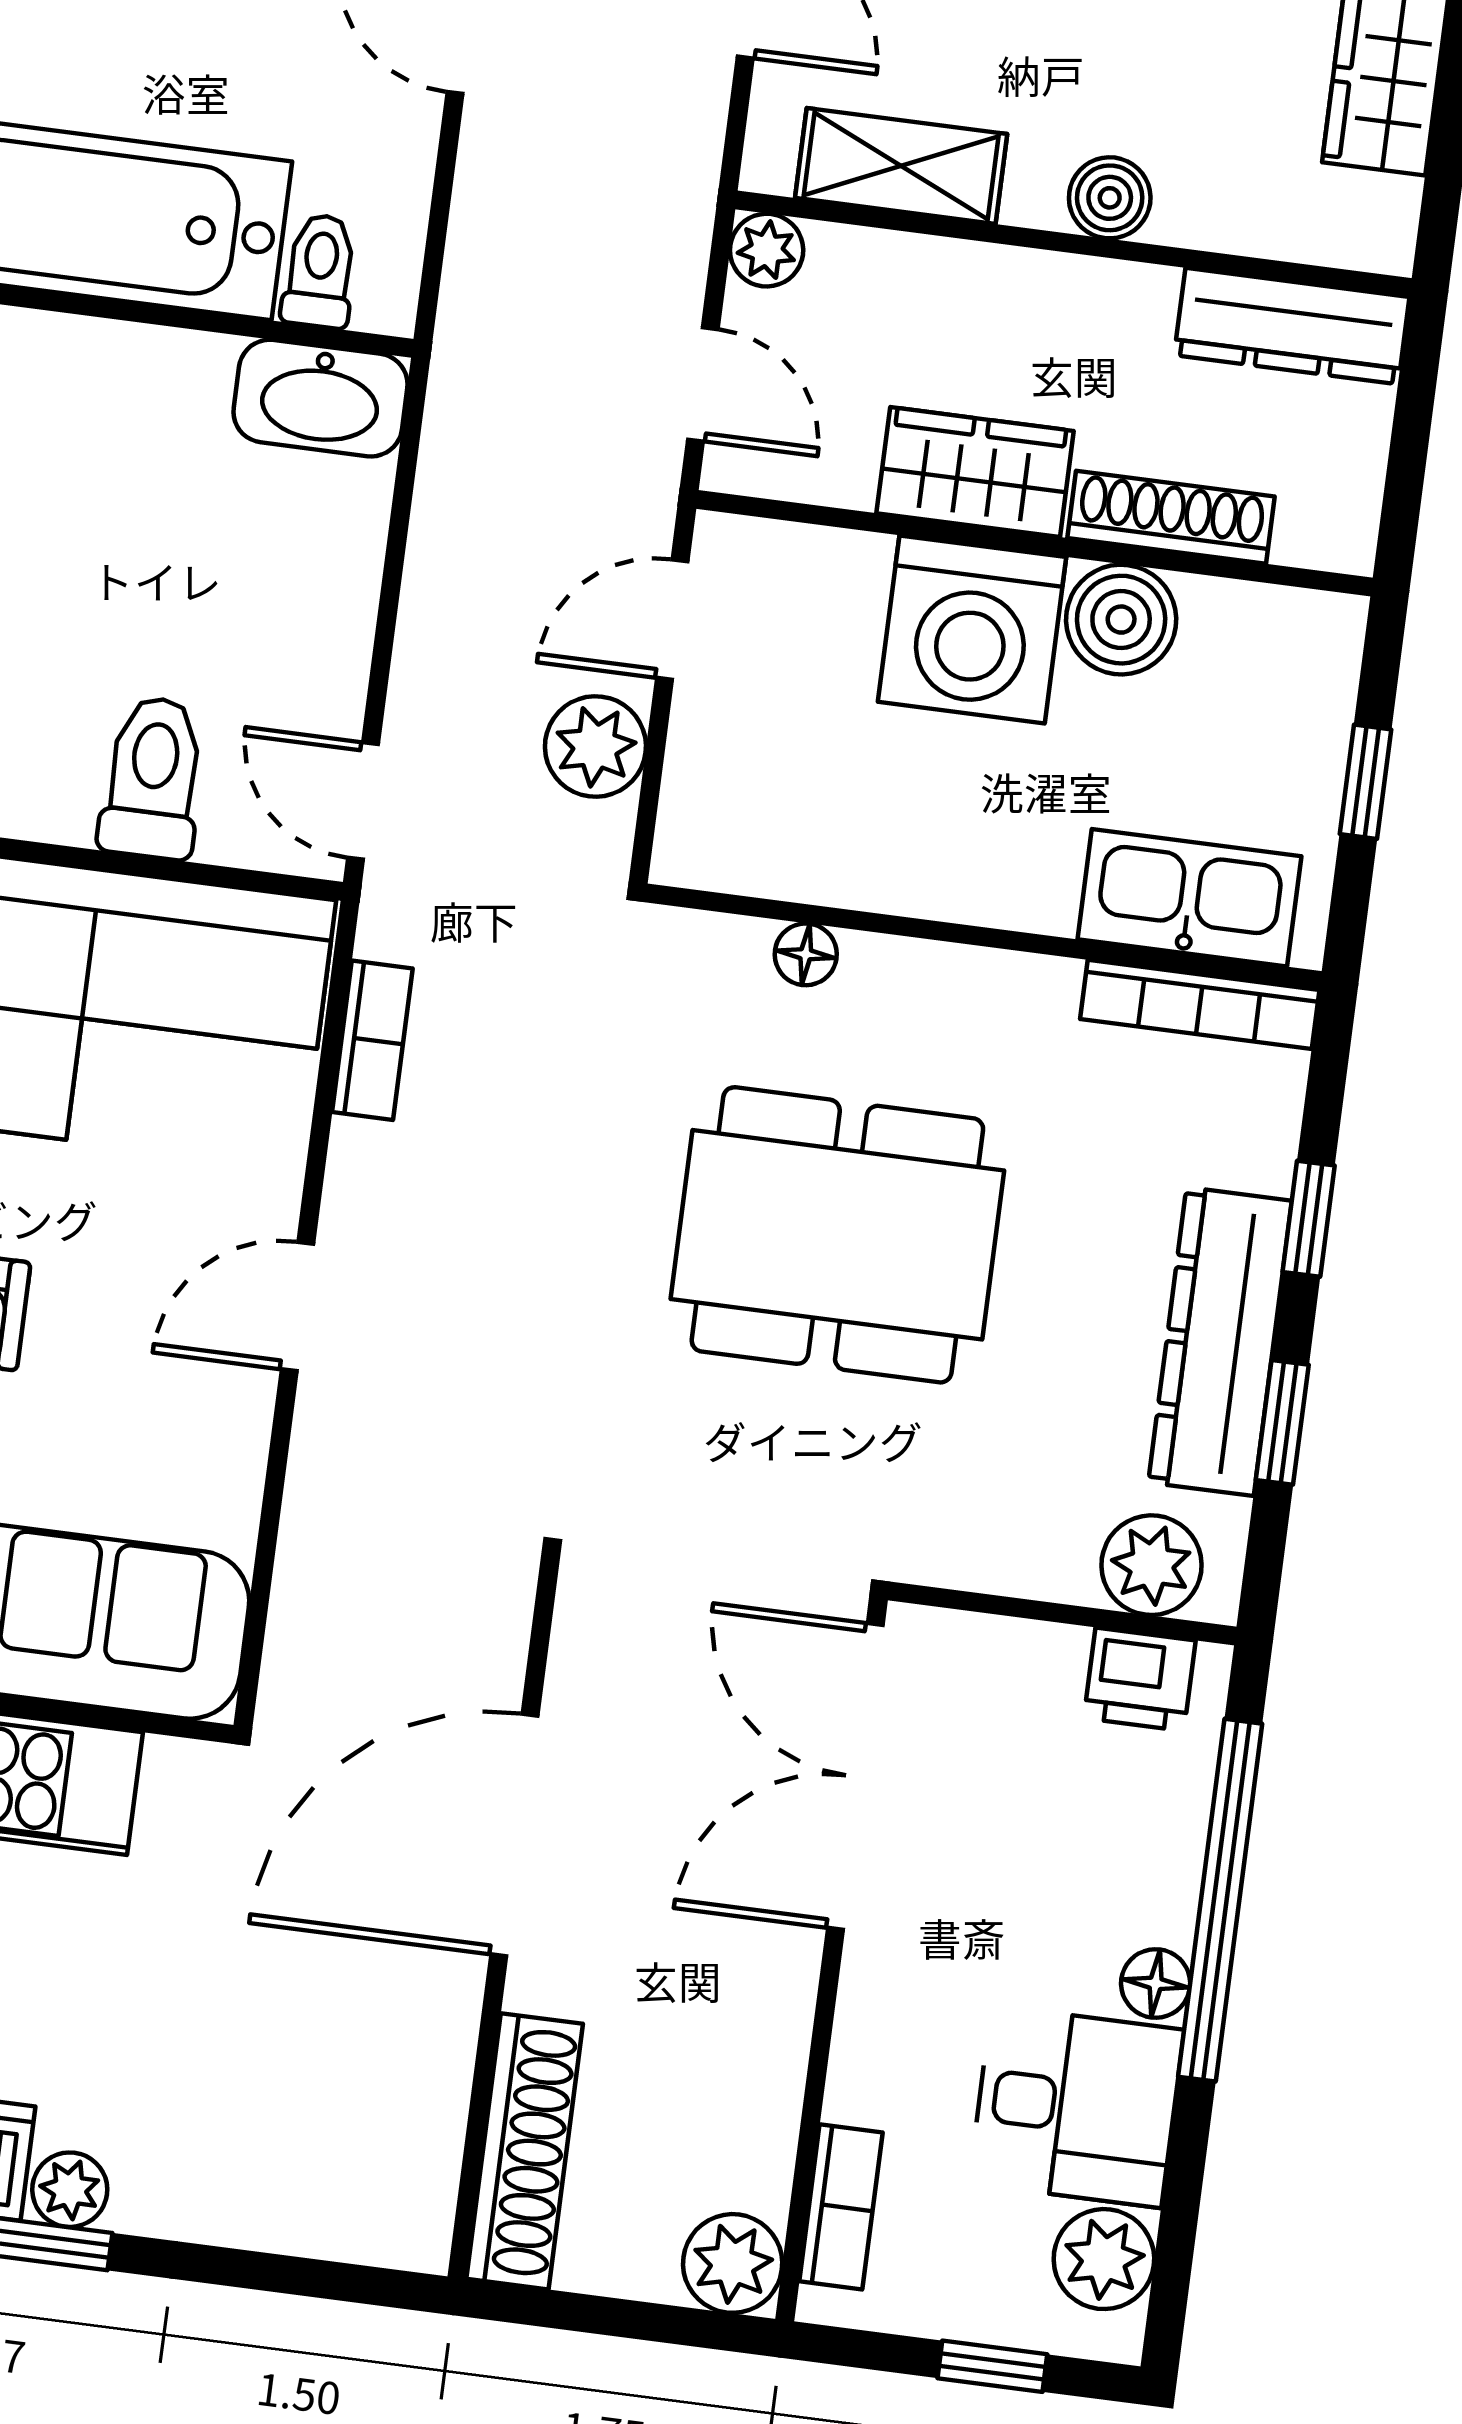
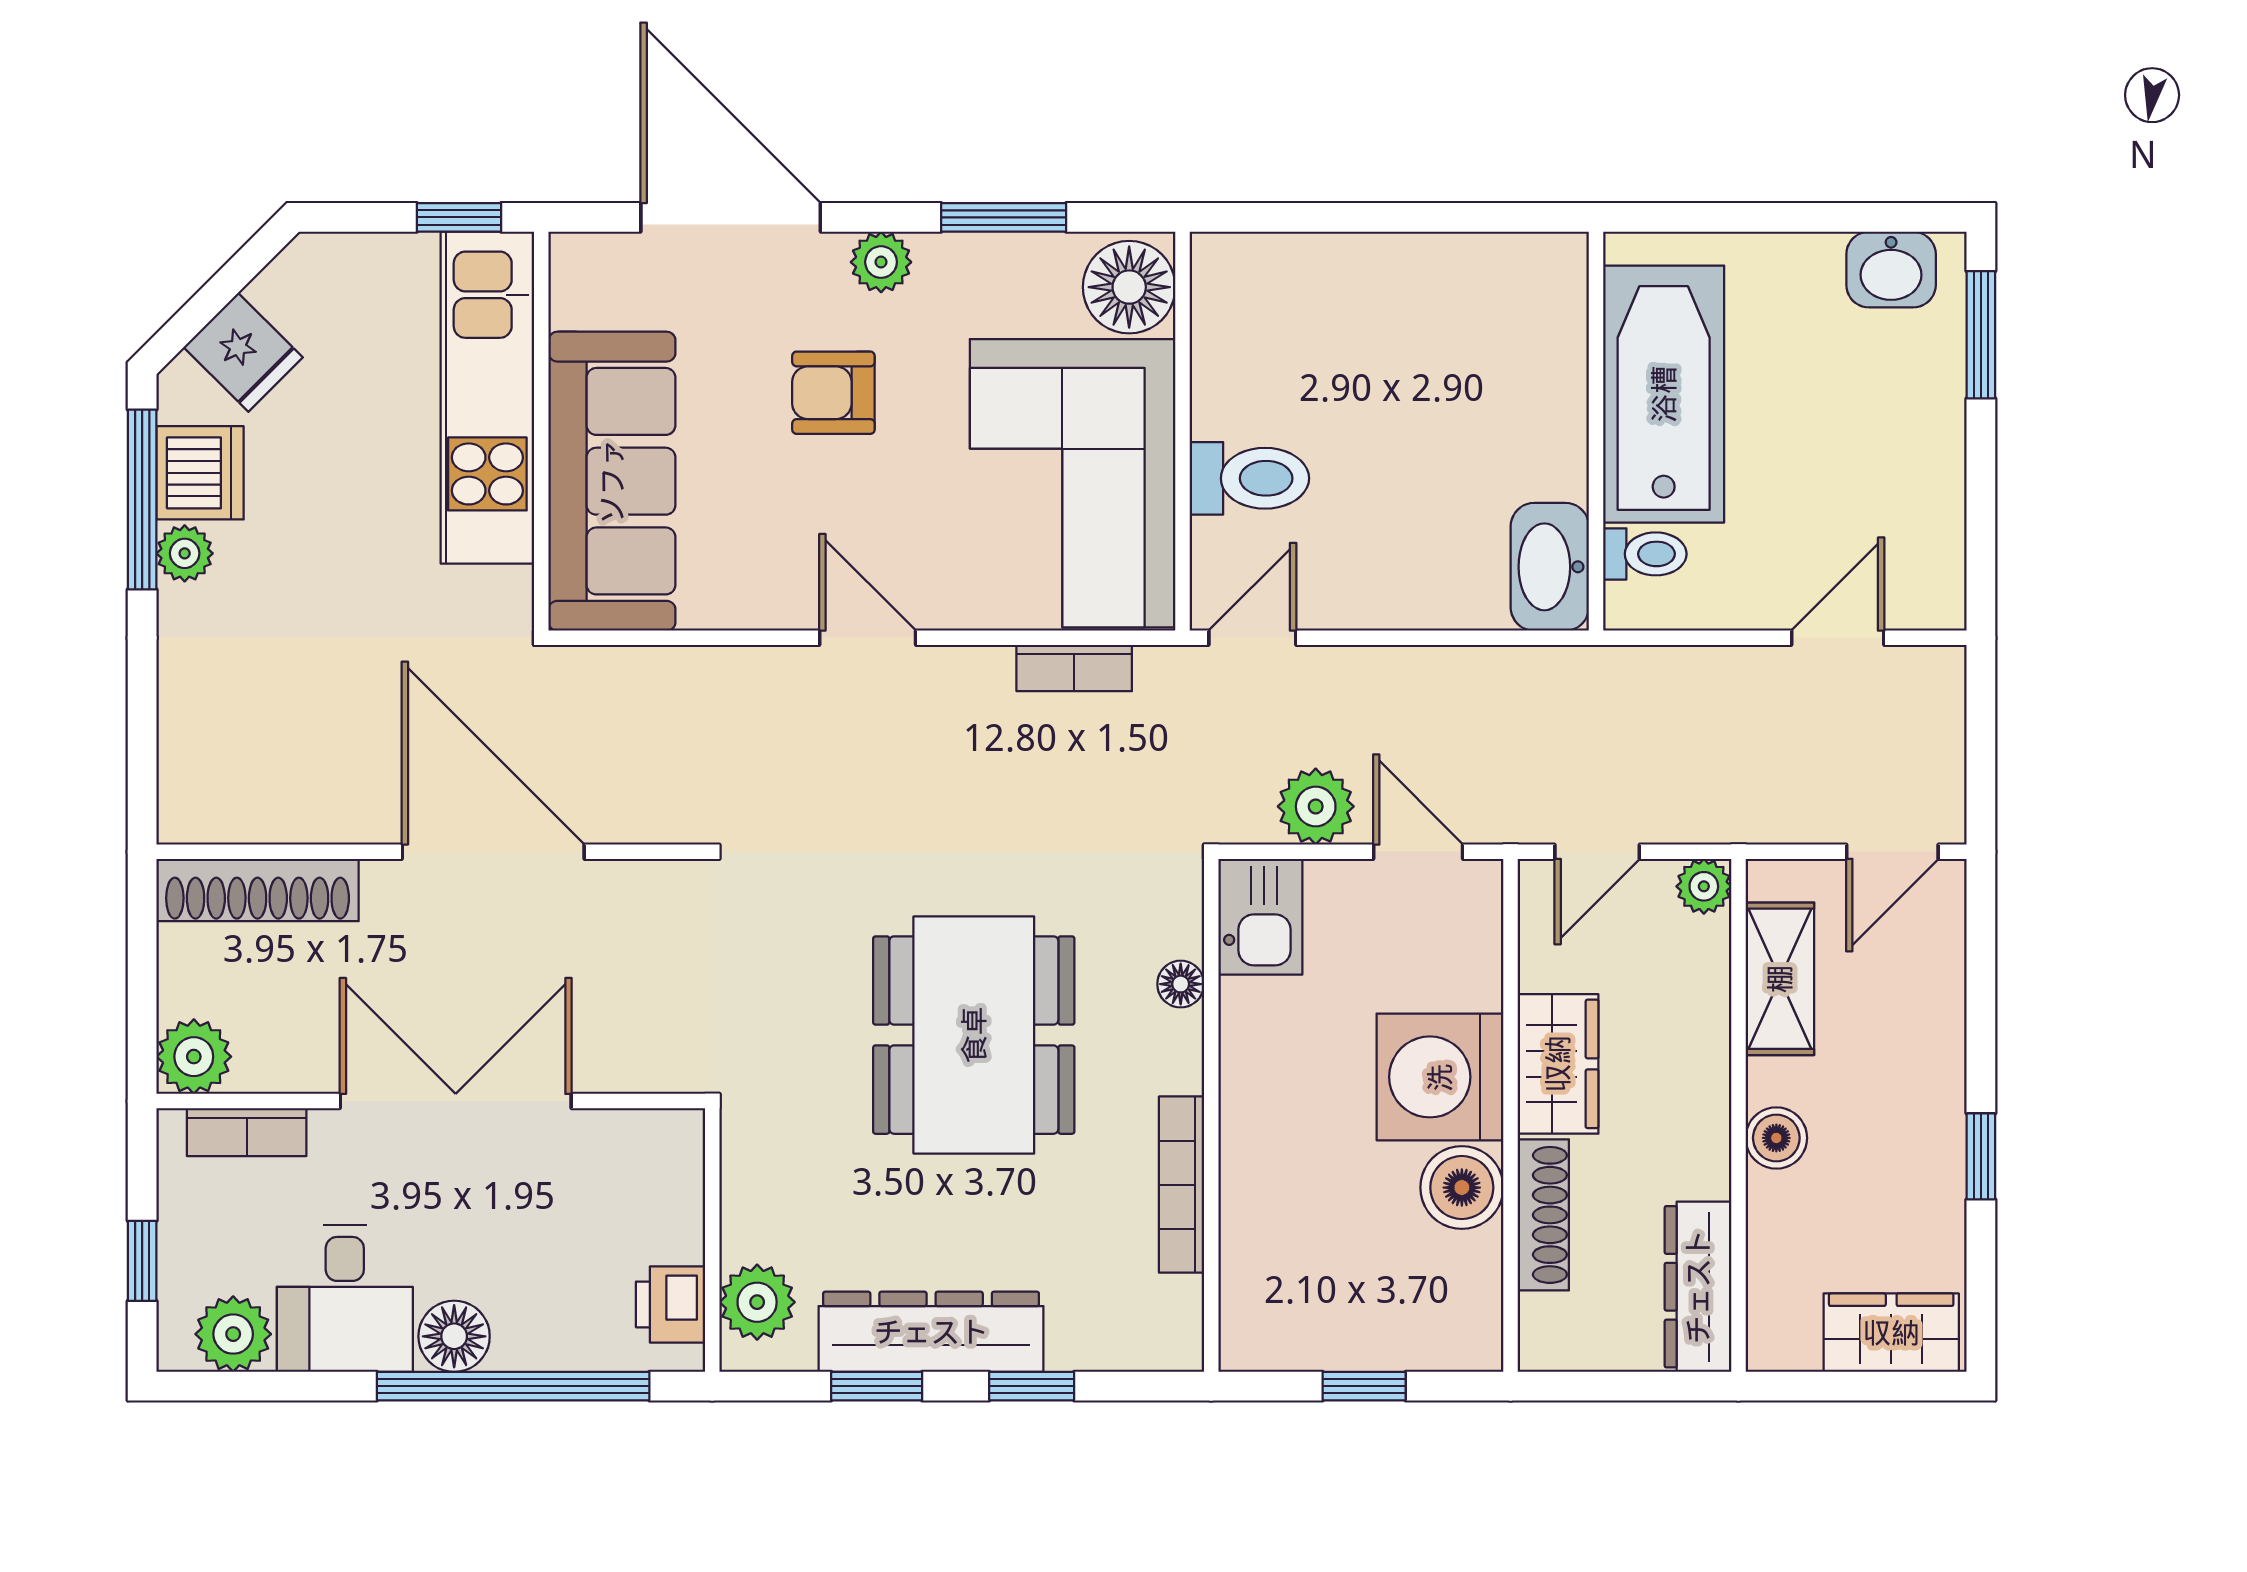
kitchen sink: (1189, 898) -> (1260, 917), moved, width x0.73
bookcase: (1200, 1004) -> (1181, 1185), moved
double door: (855, 1777) -> (456, 1101), moved
floor lamp: (1156, 1983) -> (454, 1336), width x1.37, depth x1.37

